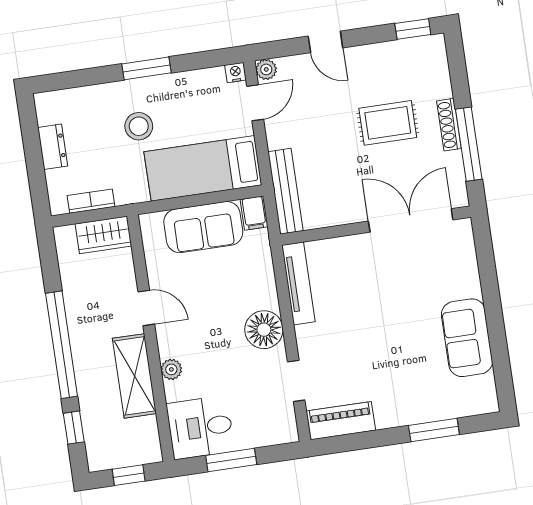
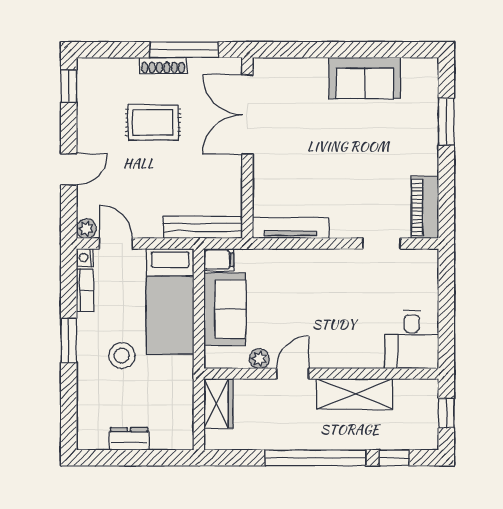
rug: (388, 123) -> (153, 122), turned 90
bookcase: (91, 201) -> (85, 290), moved, turned 180
floor lamp: (264, 330) -> (329, 267), removed
plant: (171, 369) -> (259, 359), moved
window: (231, 460) -> (446, 315), removed

